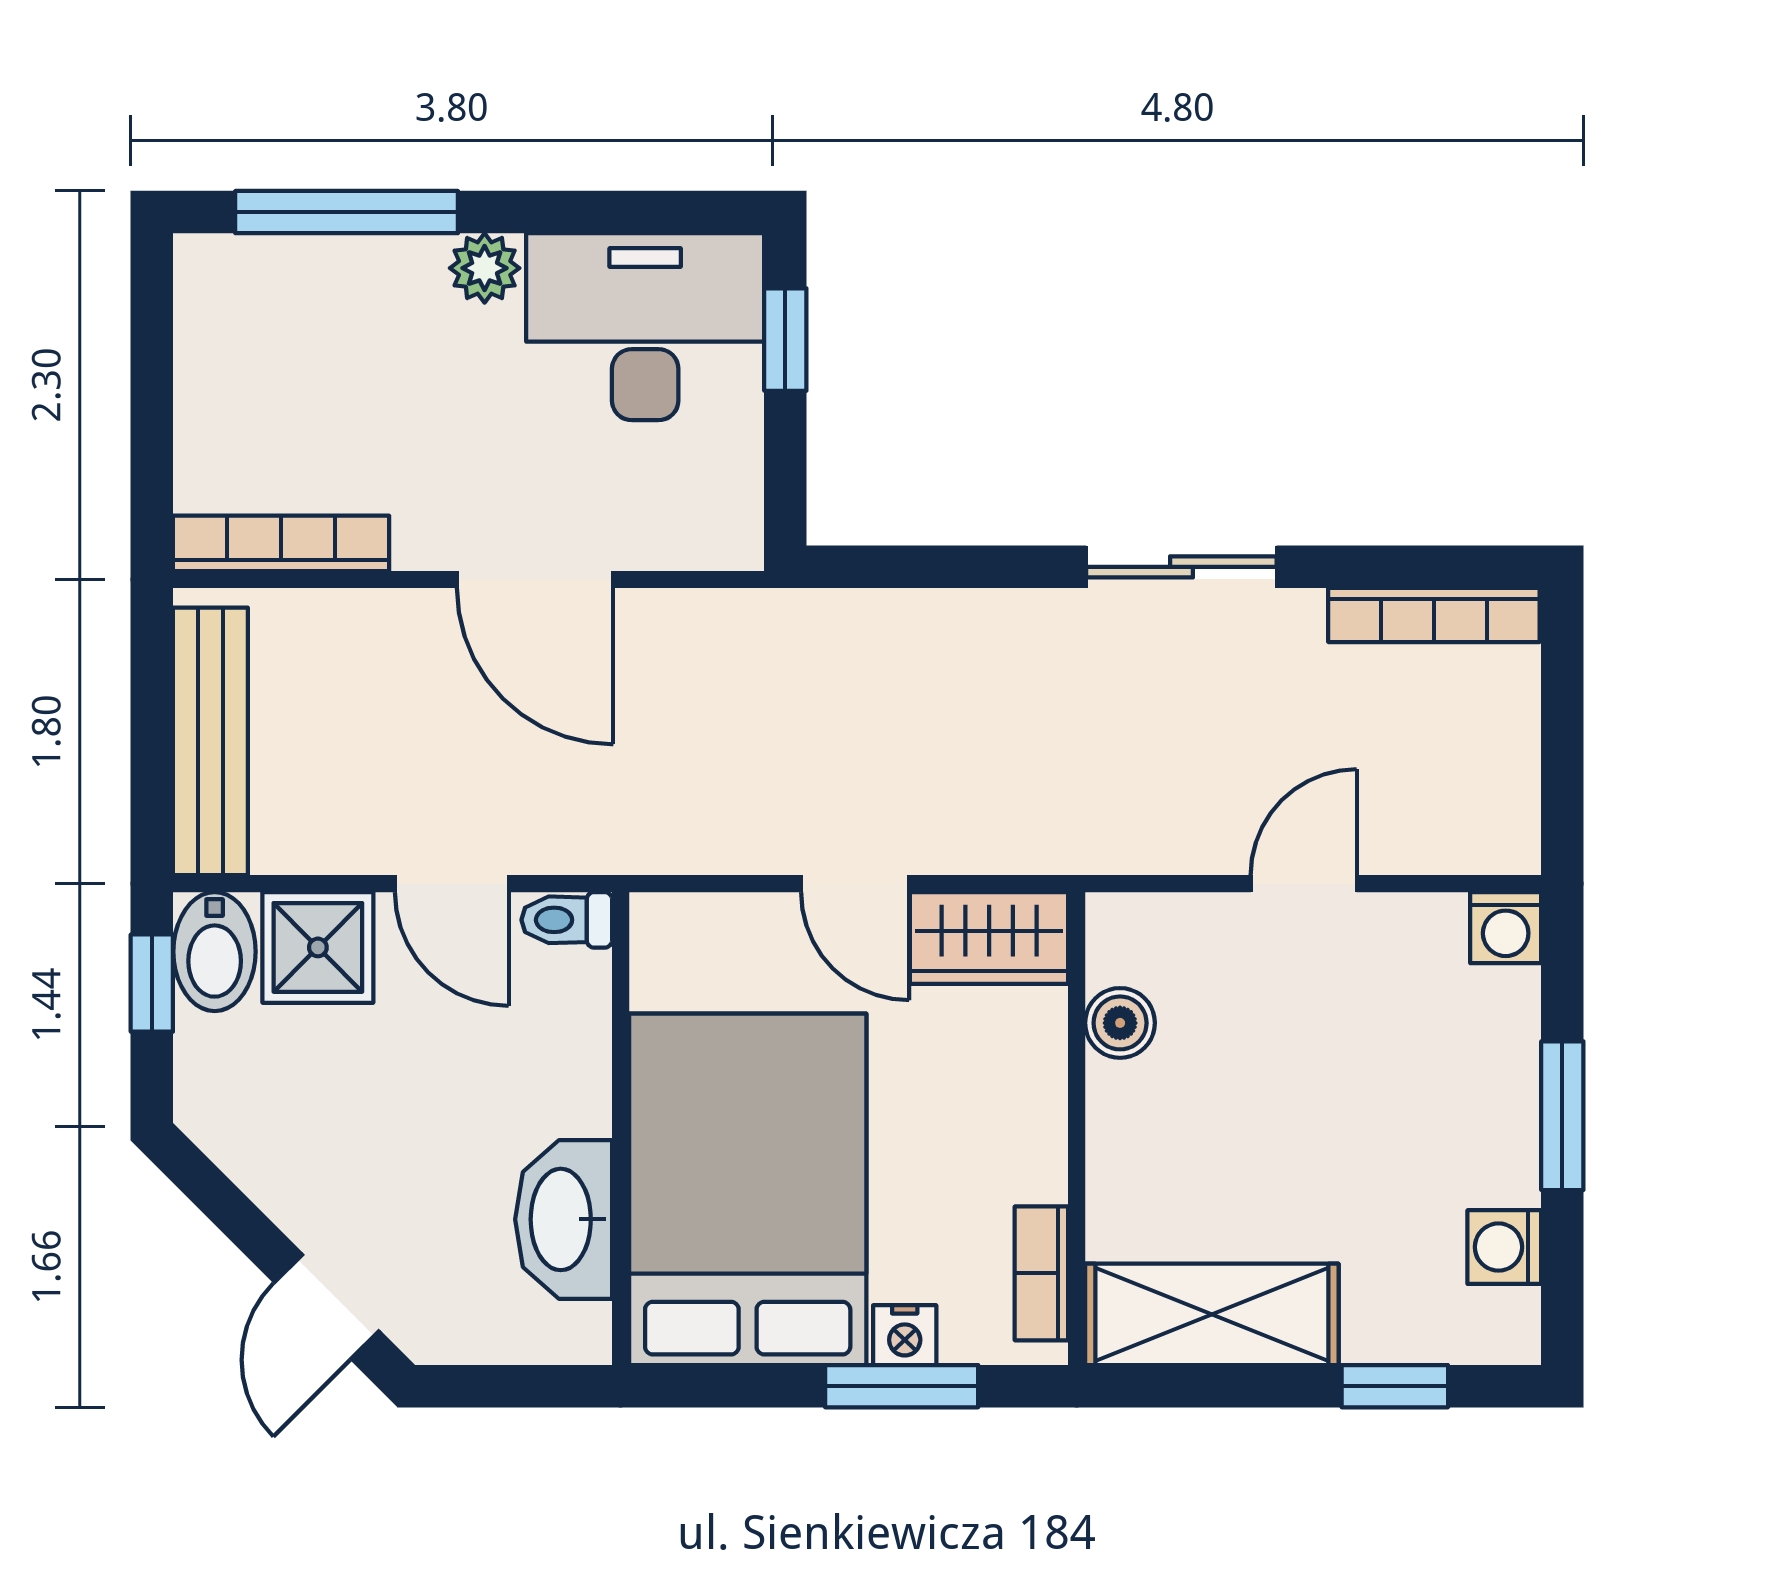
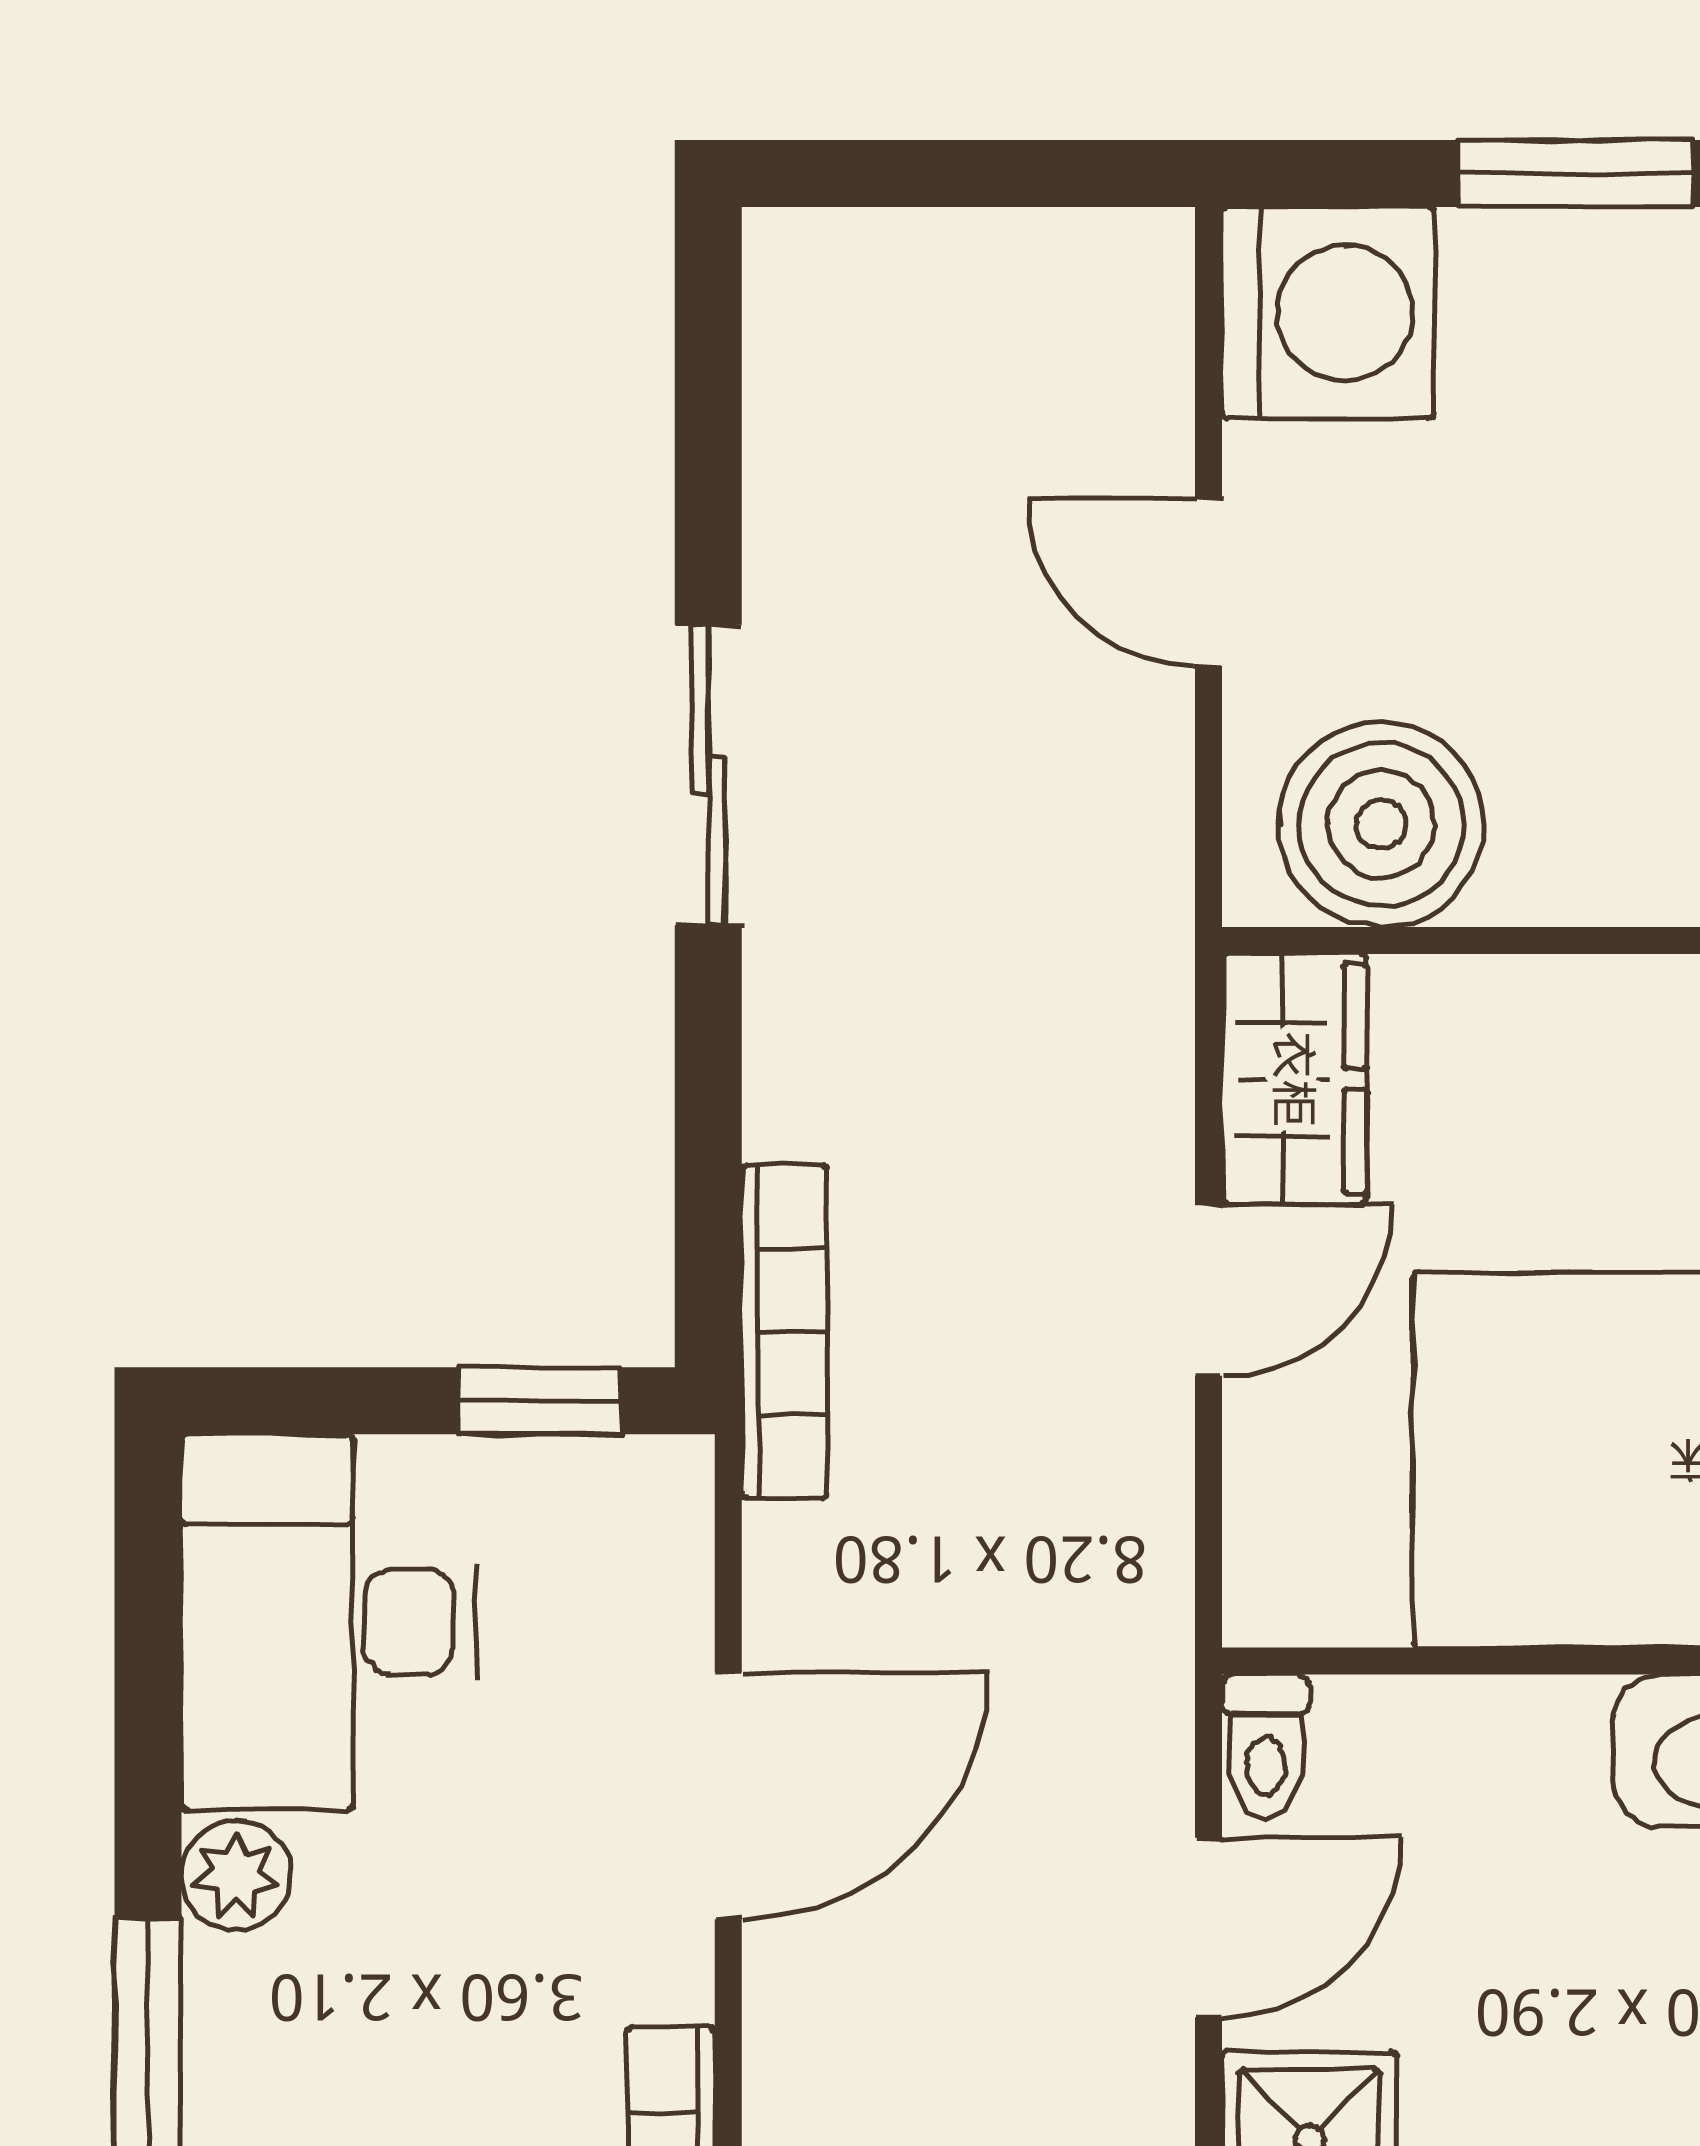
window: (785, 340) -> (540, 1401), moved
bookcase: (1434, 615) -> (784, 1332), moved
washing machine: (1506, 928) -> (1328, 313), width x1.89, depth x1.89
boiler: (1120, 1023) -> (1381, 824), width x1.86, depth x1.86

